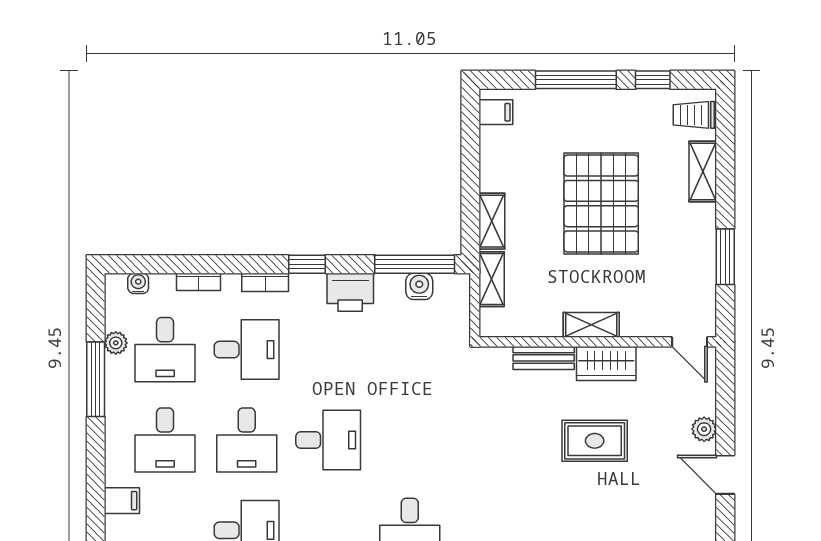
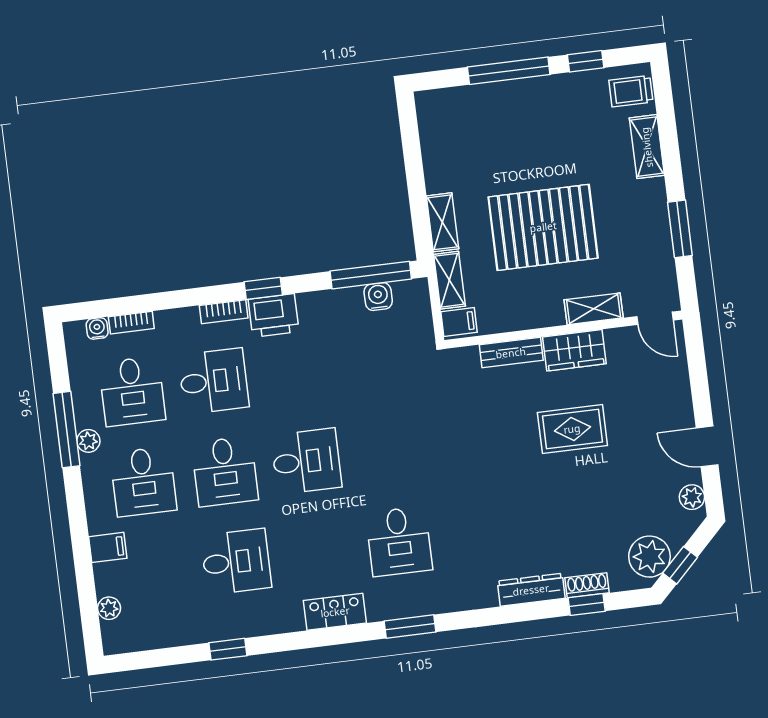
filing cabinet: (496, 112) -> (459, 322), moved
pallet: (601, 204) -> (543, 227), moved, turned 90
bookcase: (198, 282) -> (131, 323), moved
printer: (350, 292) -> (274, 315), moved
shelving: (591, 325) -> (594, 309), moved
plant: (116, 343) -> (88, 441), moved
plant: (704, 429) -> (692, 497), moved

